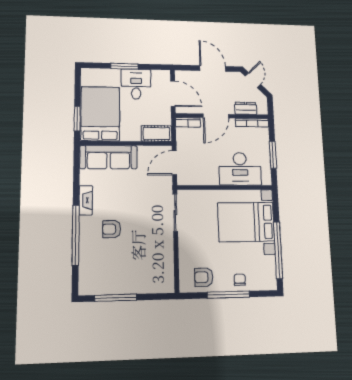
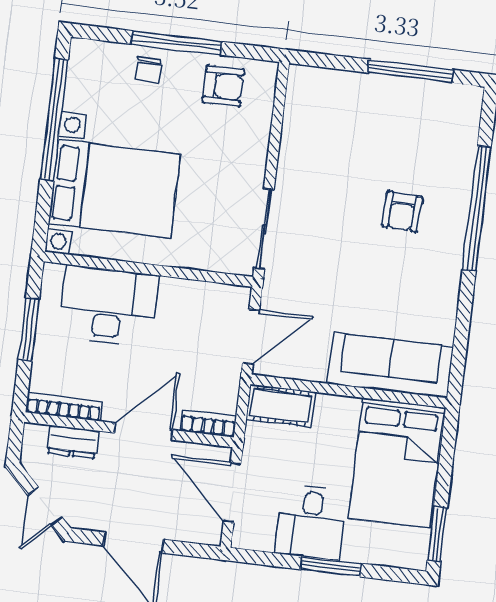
window: (77, 119) -> (437, 534), moved
fireplace: (86, 200) -> (448, 279), removed
armchair: (112, 229) -> (402, 211), turned 93

